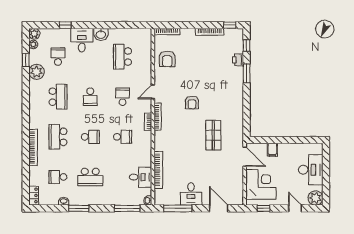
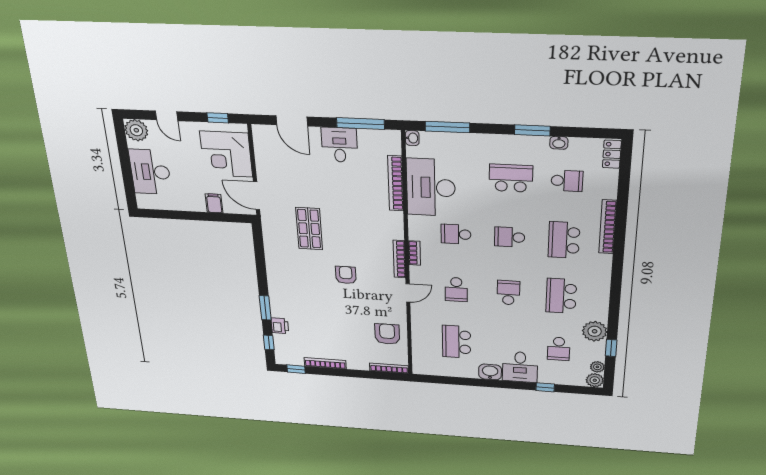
school desk: (123, 57) -> (456, 342), turned 180
school desk: (58, 137) -> (564, 240), turned 180
desk: (141, 177) -> (431, 187), width x1.87, depth x1.30

